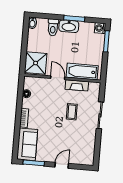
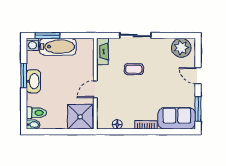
toilet: (53, 27) -> (36, 113), moved
bathtub: (82, 71) -> (58, 47), moved, turned -90
fireplace: (77, 85) -> (102, 52), moved
plant: (86, 153) -> (181, 48), added

